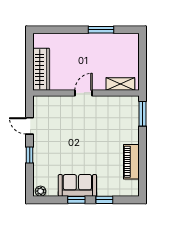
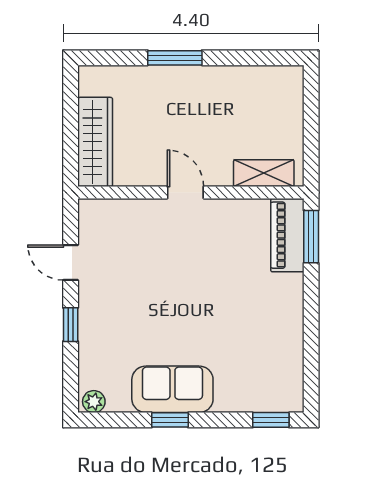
window: (101, 30) -> (175, 58), moved
door: (84, 93) -> (185, 193), hinge flipped
piano: (131, 162) -> (287, 235), moved
window: (104, 200) -> (271, 420), moved

